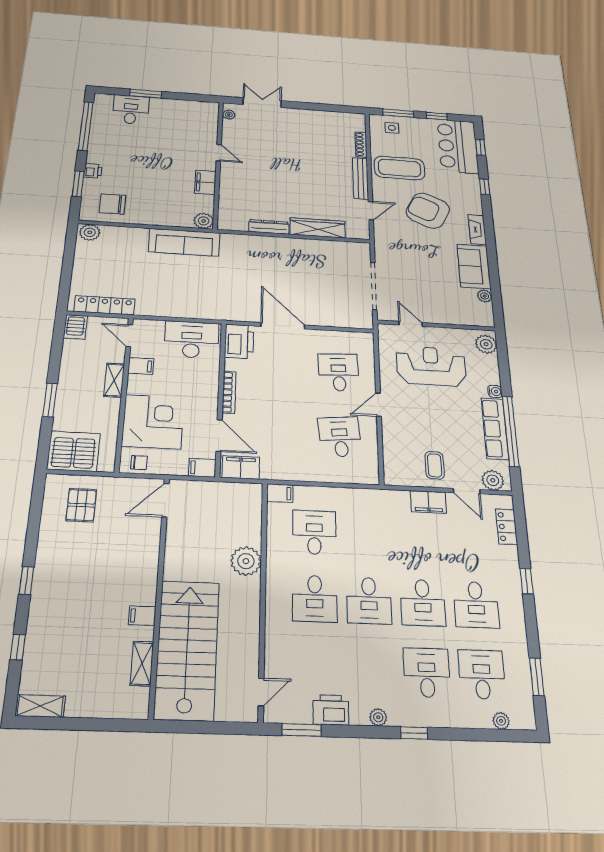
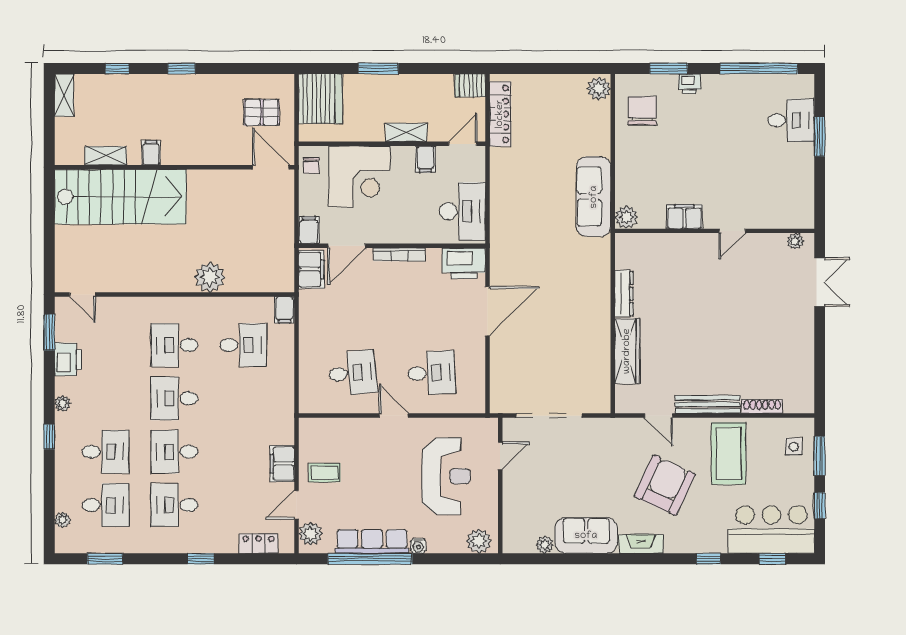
door: (165, 500) -> (271, 167), moved
wall: (159, 593) -> (174, 167), moved
filing cabinet: (142, 616) -> (151, 153), moved
stairs: (187, 649) -> (120, 197), moved
shelving: (142, 664) -> (106, 156), moved

